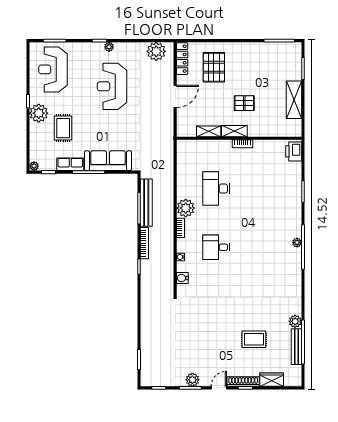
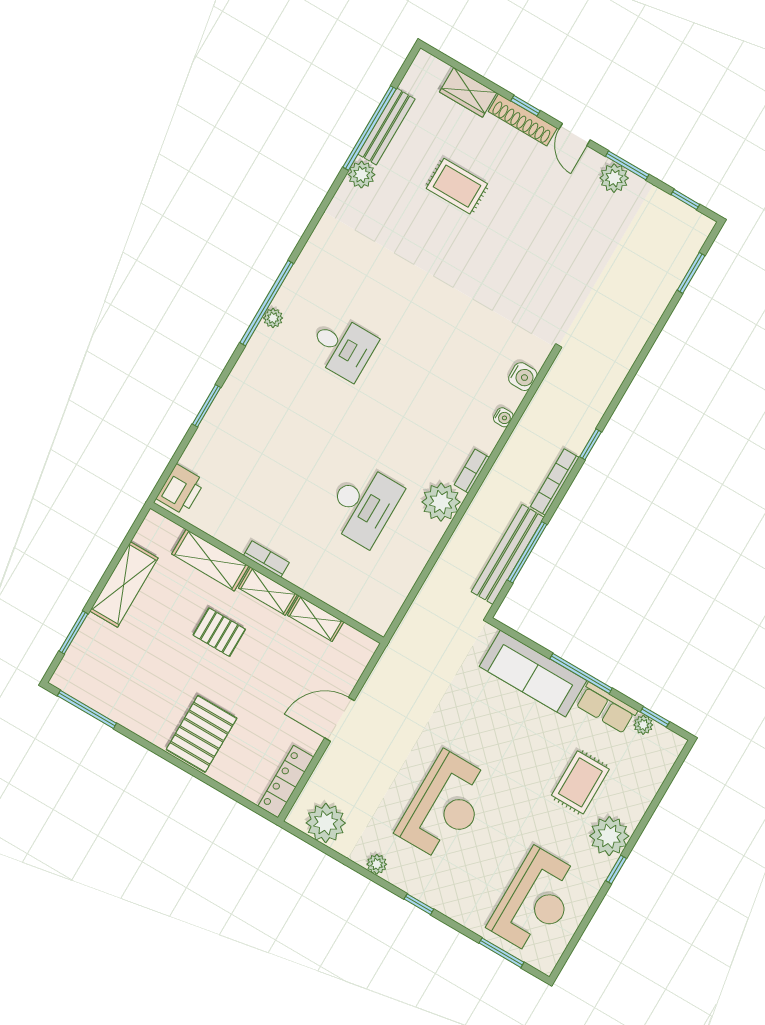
plant: (109, 47) -> (377, 864), moved
pallet: (214, 67) -> (202, 734), moved
shelving: (265, 130) -> (210, 560), added
plant: (34, 166) -> (643, 725), moved
desk: (216, 247) -> (343, 347), moved
door: (219, 388) -> (575, 135), hinge flipped

